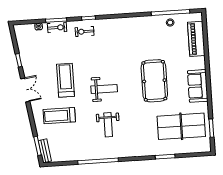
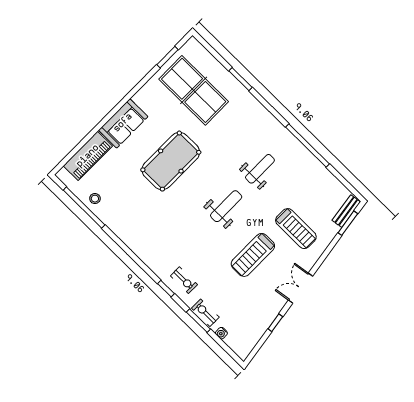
sofa: (198, 86) -> (123, 123), moved
weight bench: (104, 89) -> (226, 206), turned 90

